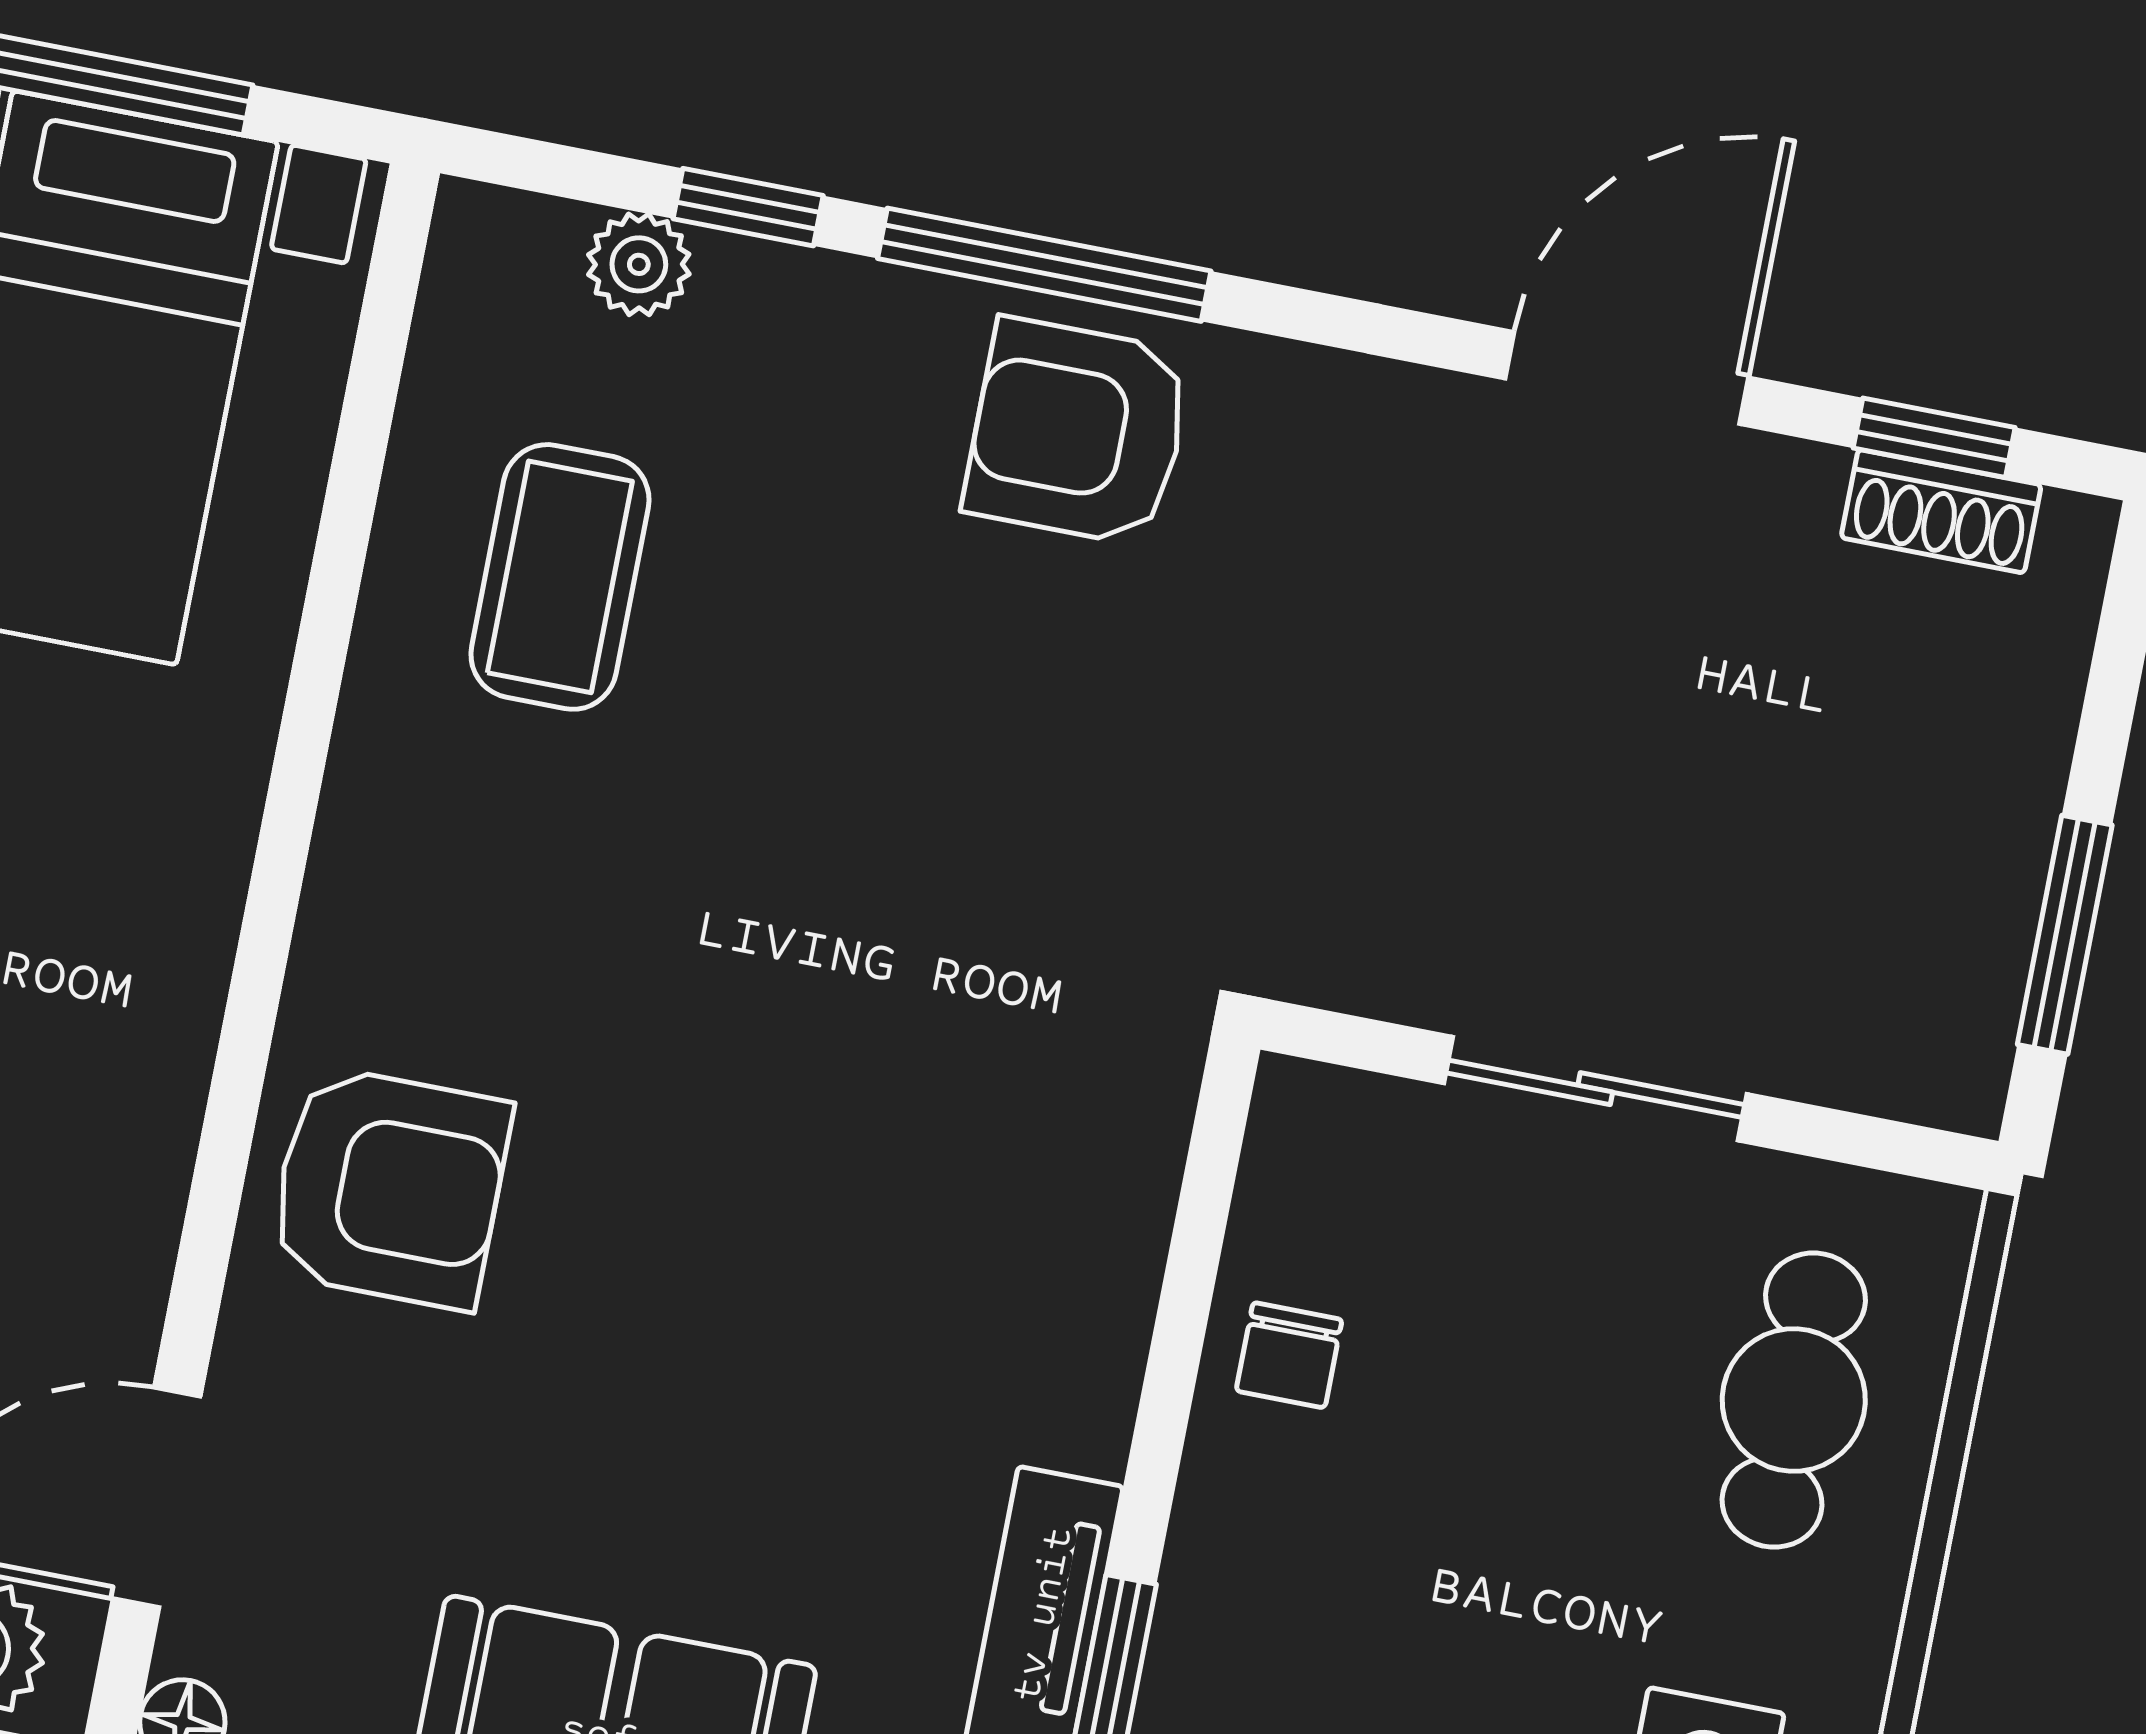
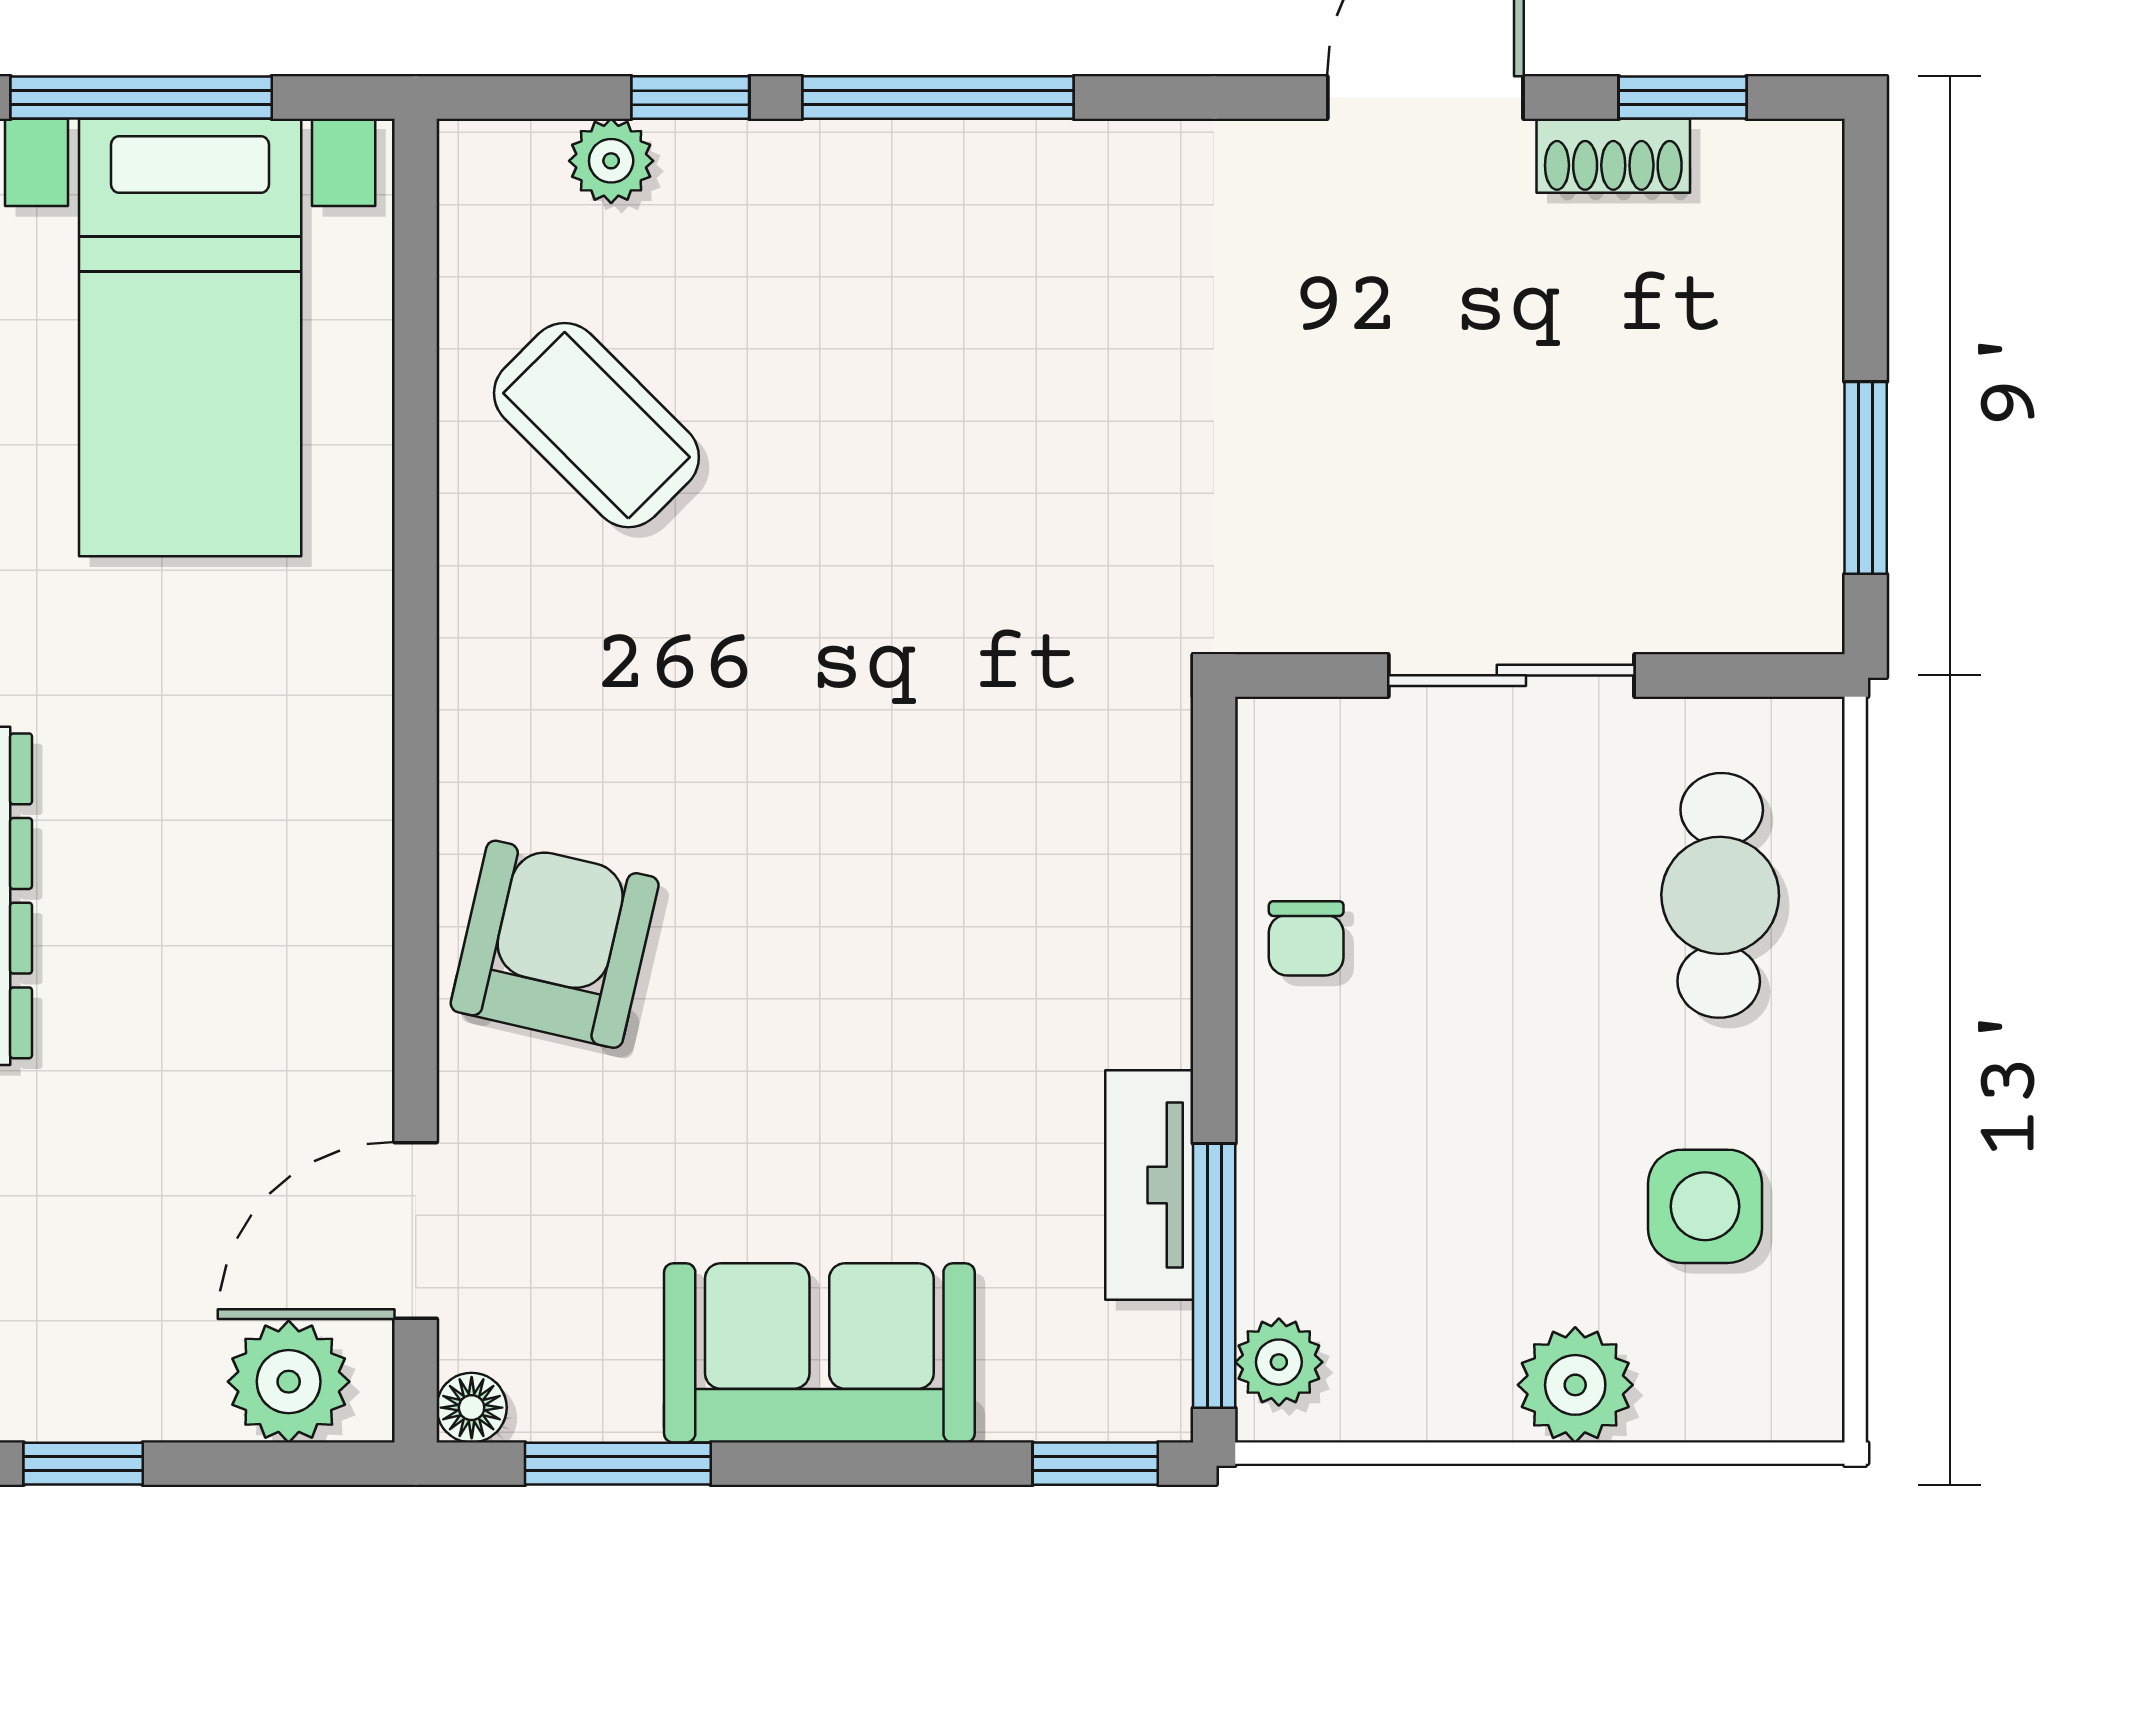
armchair: (1078, 432) -> (991, 227), removed
shoe rack: (1941, 511) -> (1613, 156), moved
coffee table: (560, 577) -> (596, 425), turned -45
armchair: (389, 1188) -> (555, 944), turned -77

